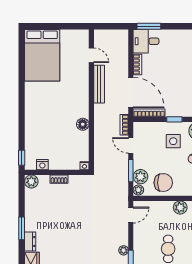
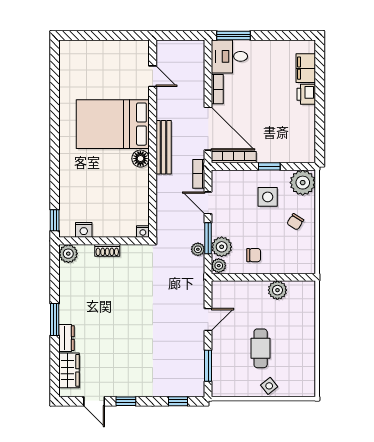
bed: (42, 55) -> (113, 124), moved, turned 90
bench: (99, 84) -> (164, 147), moved
floor lamp: (83, 124) -> (140, 159), moved
chair: (163, 183) -> (254, 255), width x0.54, depth x0.54
door: (131, 215) -> (208, 319), moved
plant: (124, 250) -> (198, 249), moved

